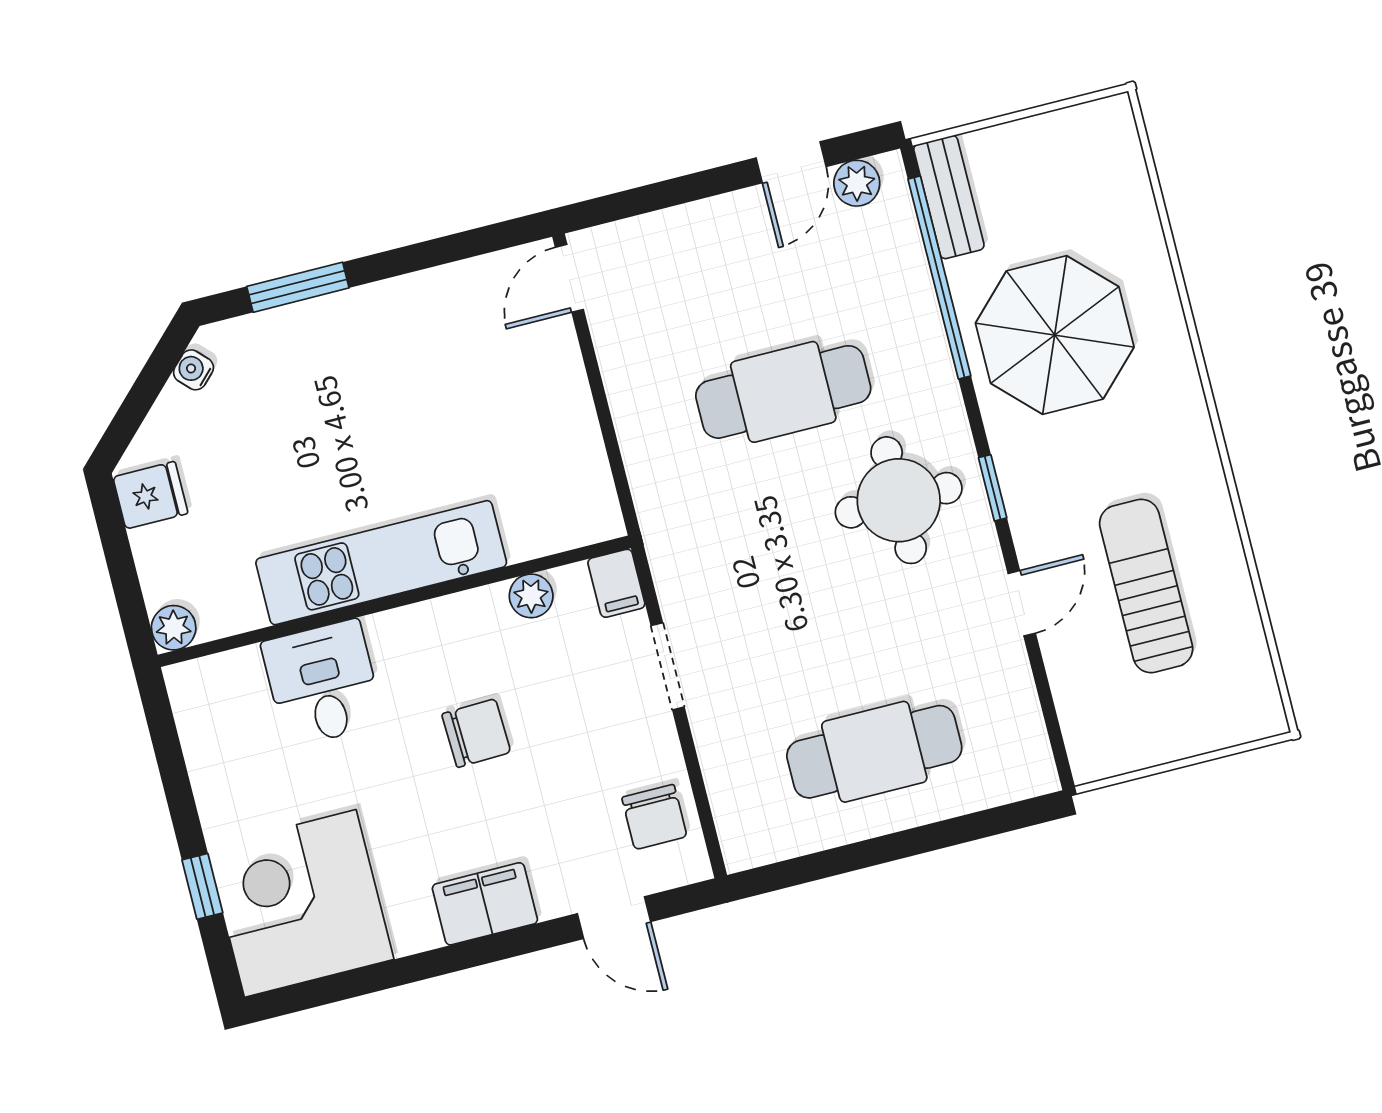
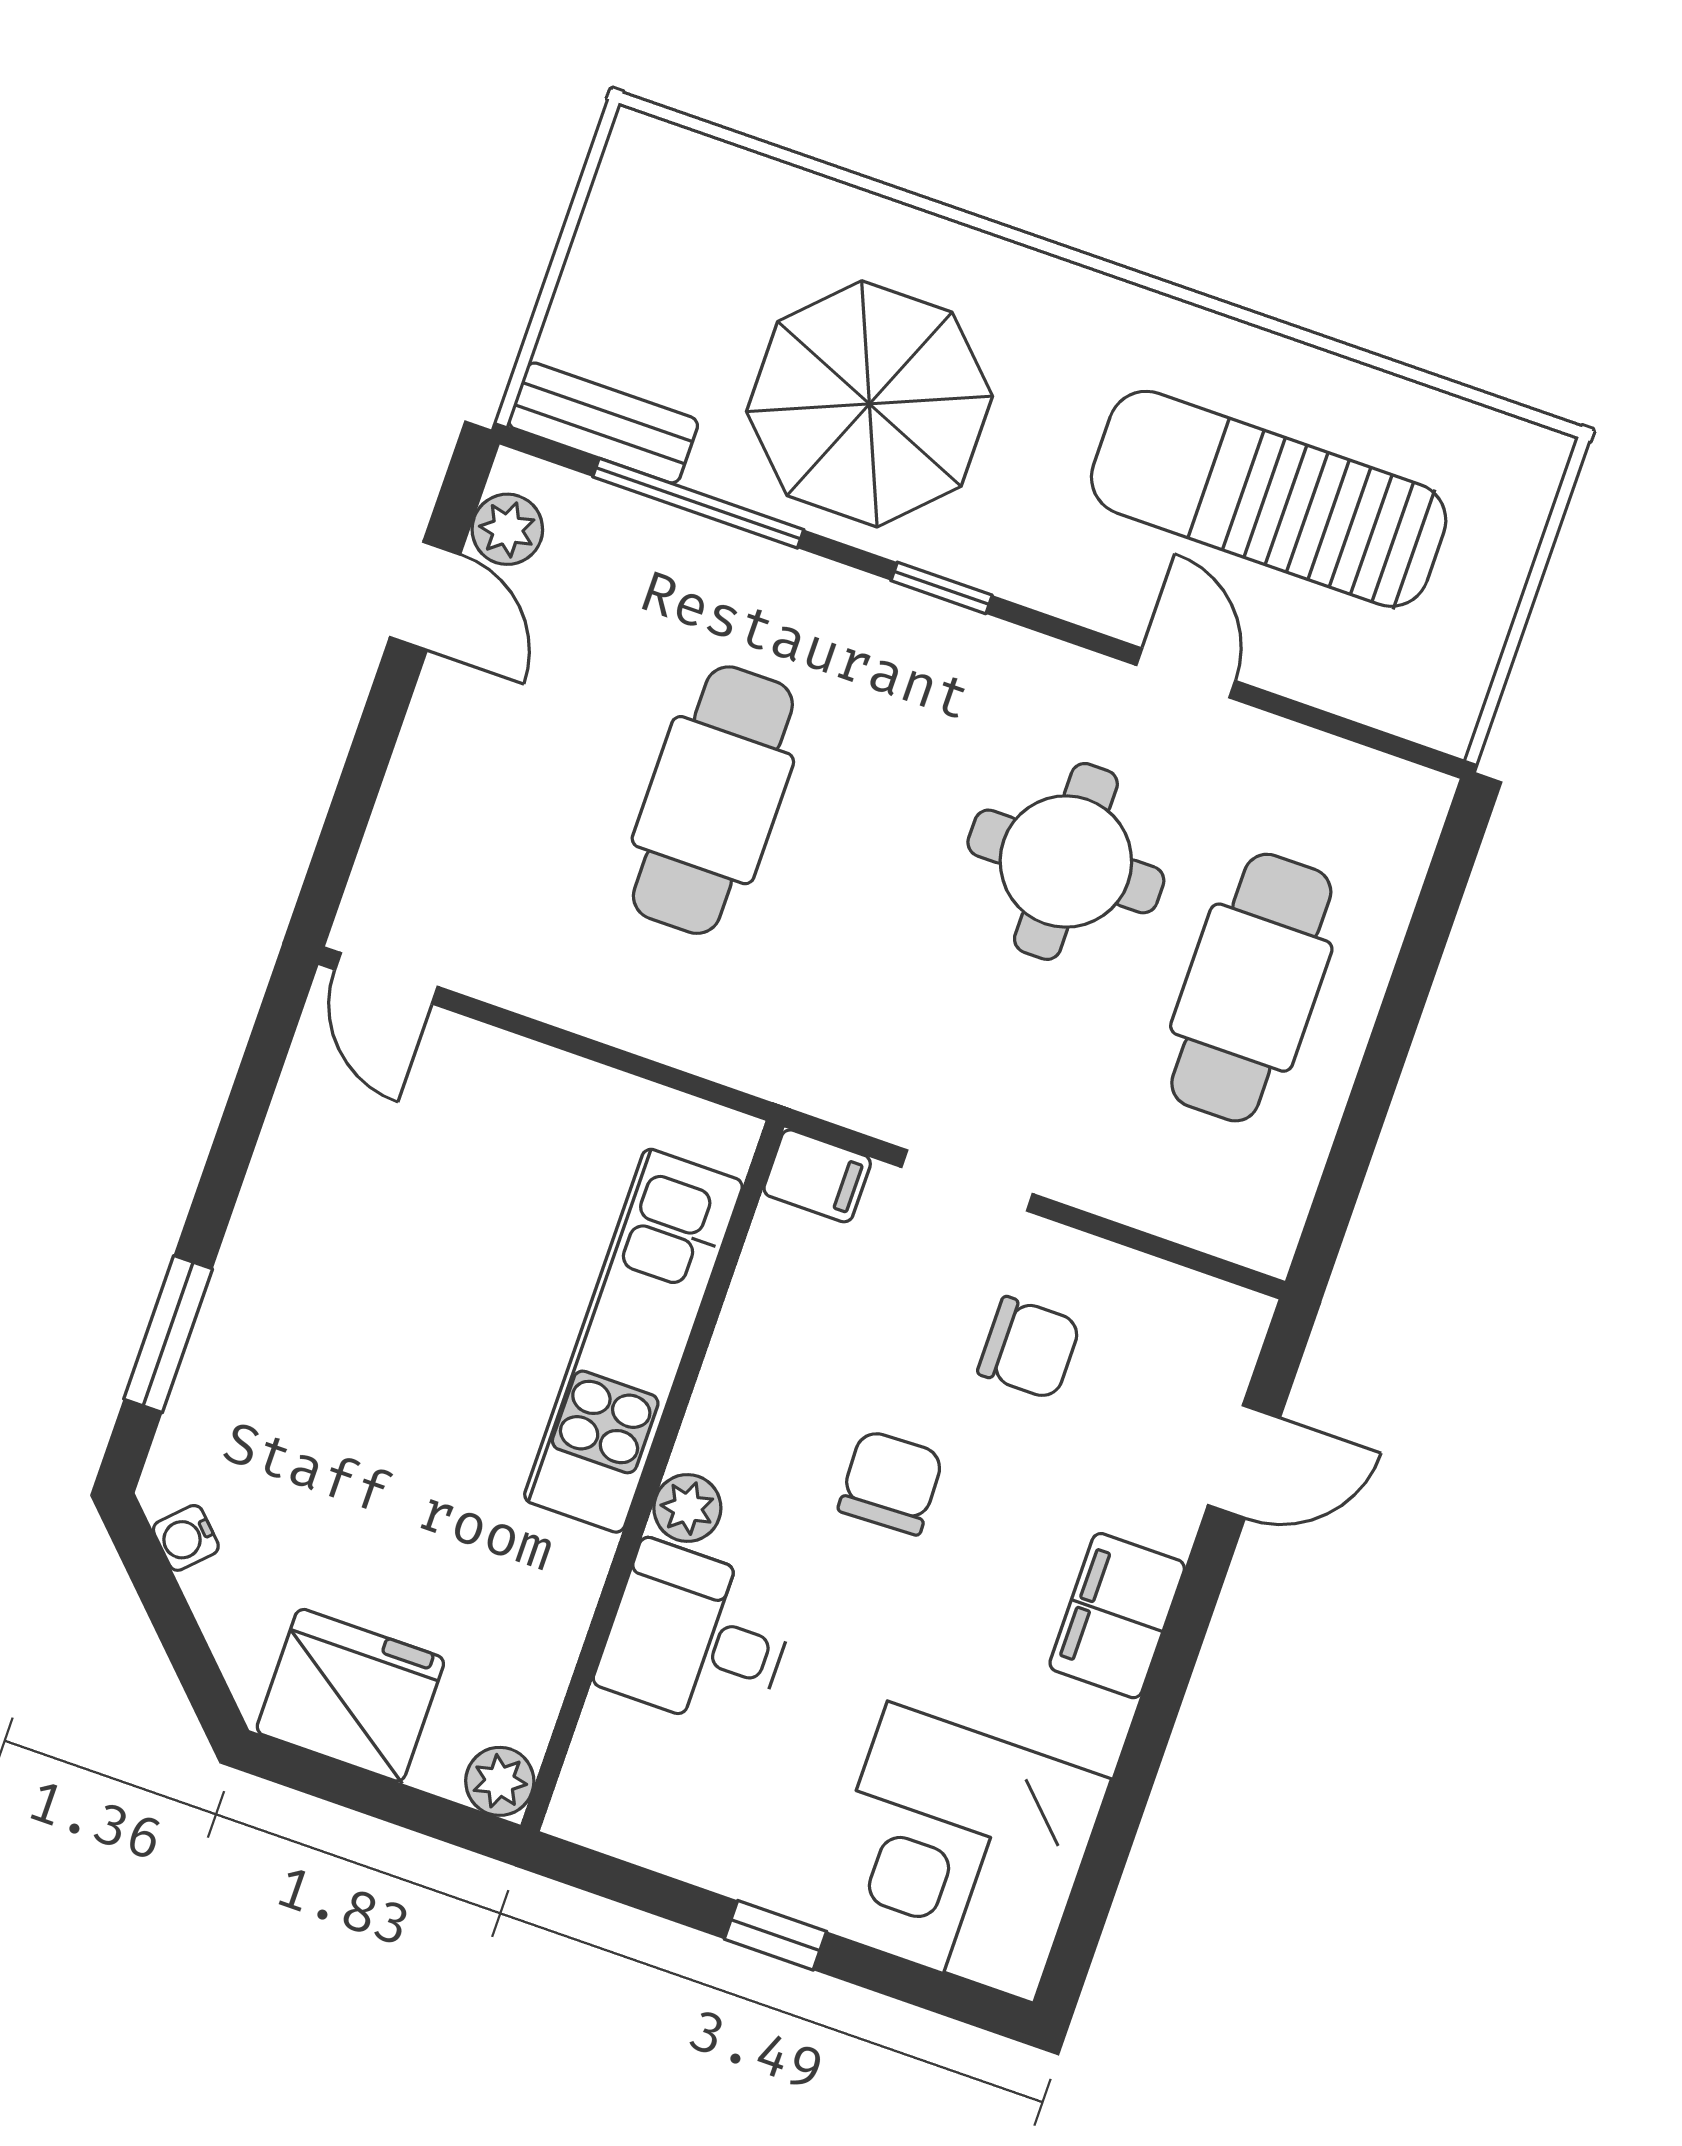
window: (939, 278) -> (698, 503), width x0.68
window: (993, 488) -> (942, 588), moved
fridge: (150, 495) -> (350, 1695), width x1.88, depth x1.34
round table: (899, 500) -> (1066, 861), moved
kitchen unit: (381, 563) -> (633, 1341), moved
sun lounger: (1146, 586) -> (1269, 499), width x1.36, depth x1.34
plant: (531, 596) -> (687, 1508), moved
chair: (654, 817) -> (1029, 1348), moved
window: (202, 886) -> (775, 1935), moved

